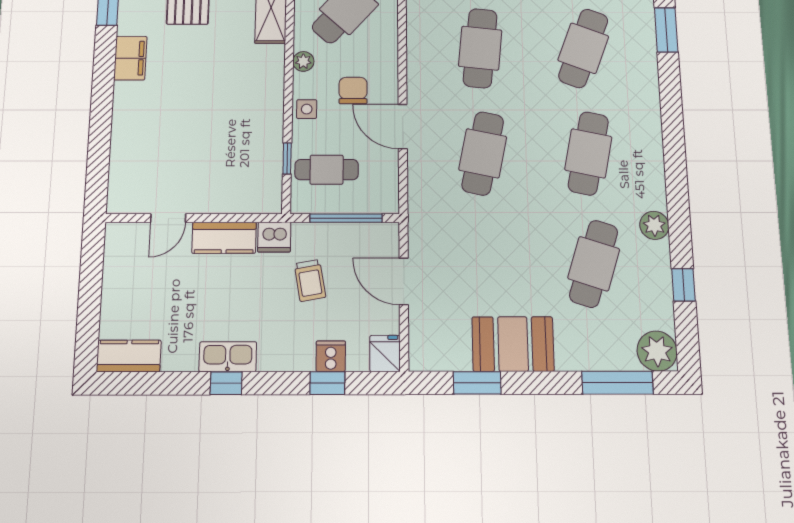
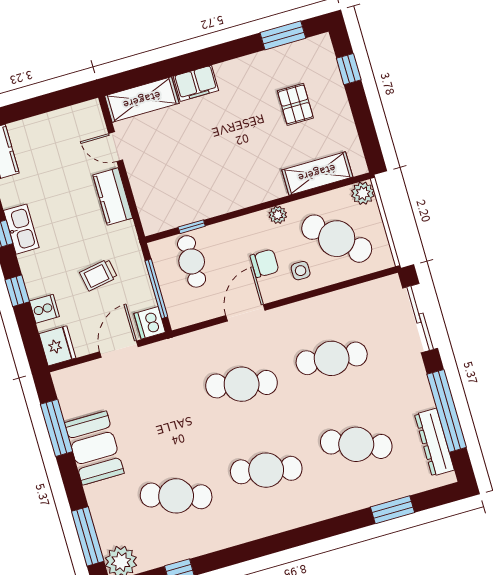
filing cabinet: (130, 58) -> (196, 83), moved
side table: (307, 109) -> (301, 271), moved
shelving: (125, 173) -> (142, 100), added
plant: (654, 225) -> (221, 537), removed
dishwasher: (274, 237) -> (150, 323), moved
fridge: (385, 353) -> (57, 346), width x1.38
window: (327, 383) -> (17, 291), moved
window: (477, 383) -> (57, 428), width x1.44

